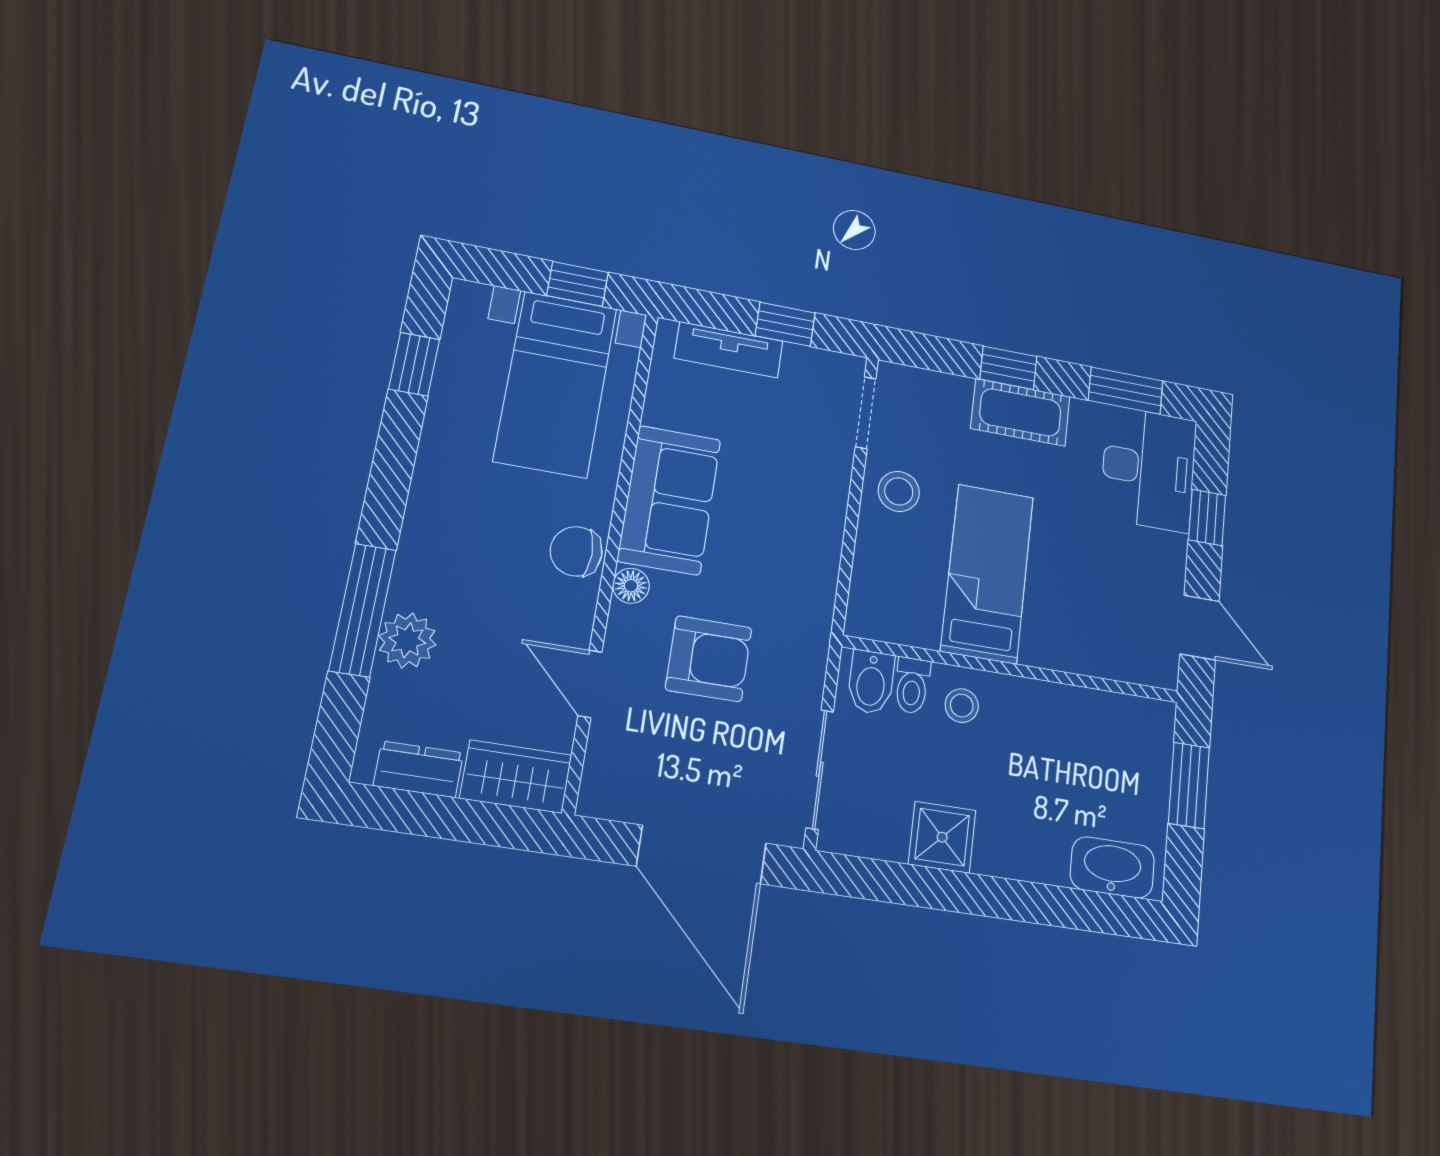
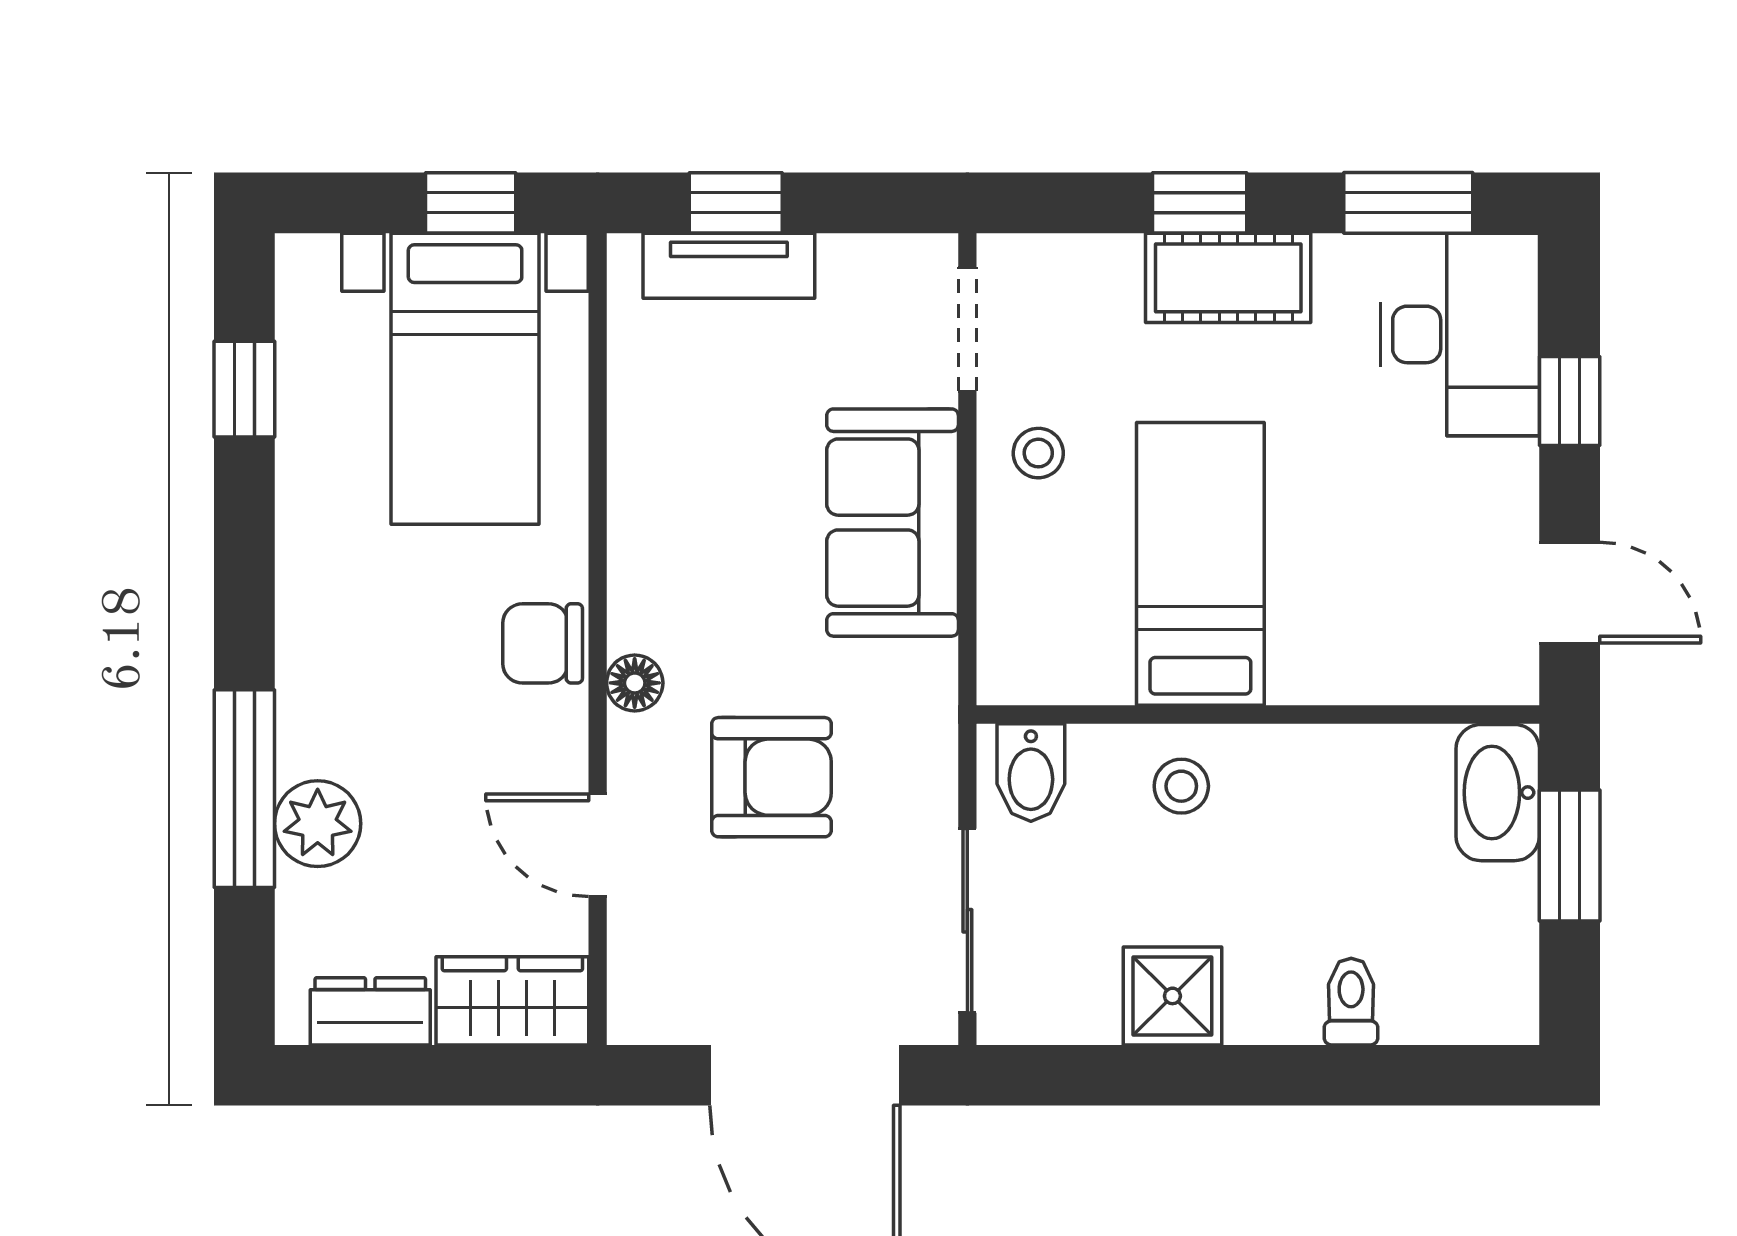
window: (785, 324) -> (736, 203), moved
stool: (899, 491) -> (1038, 453), width x0.73, depth x0.73
sofa: (669, 500) -> (893, 523), moved, turned 180
toilet: (912, 685) -> (1351, 1002), moved, turned 180
washbasin: (1112, 867) -> (1498, 793), moved, turned -90

